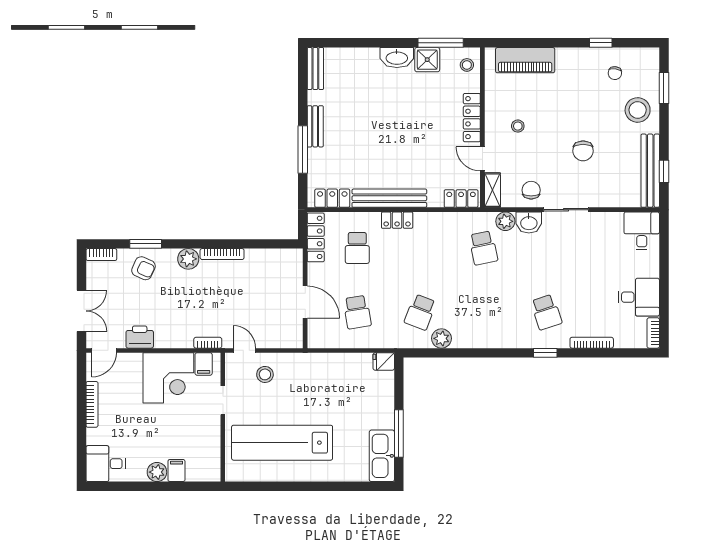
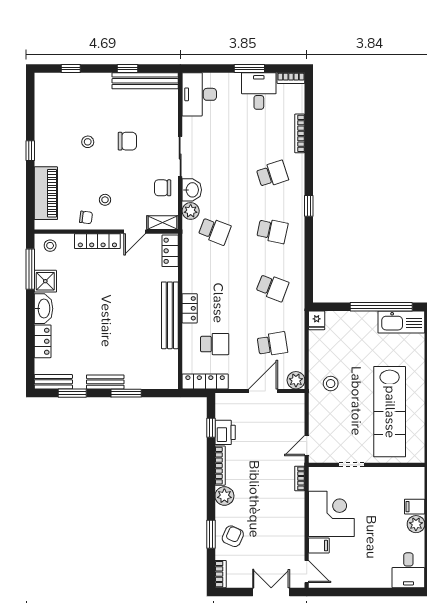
window: (601, 43) -> (30, 151), moved
chair: (615, 73) -> (86, 217), moved
window: (664, 88) -> (71, 68), width x0.67
window: (303, 90) -> (72, 393), added
stool: (638, 110) -> (88, 142), moved, width x0.53, depth x0.53
window: (303, 150) -> (126, 393), width x0.69
window: (664, 171) -> (127, 68), moved
locker: (332, 198) -> (43, 341), moved, turned 180
desk: (642, 231) -> (199, 94), width x1.37
window: (264, 244) -> (211, 428), added
school desk: (483, 248) -> (215, 231), turned 33
window: (664, 287) -> (249, 68), added
school desk: (483, 312) -> (272, 231), added
printer: (140, 337) -> (225, 432), moved, turned 180
plant: (441, 338) -> (296, 380), moved
window: (545, 353) -> (309, 206), moved
filing cabinet: (204, 364) -> (319, 546), moved
stool: (265, 374) -> (331, 384), moved
bookcase: (92, 404) -> (355, 583), removed
window: (399, 433) -> (381, 307), width x1.46

